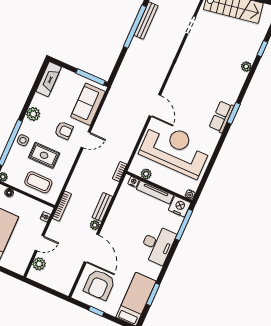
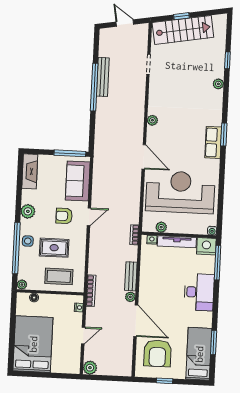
plant: (175, 76) -> (152, 120), added
armchair: (64, 130) -> (64, 216), turned 180
plant: (39, 264) -> (90, 368), moved

